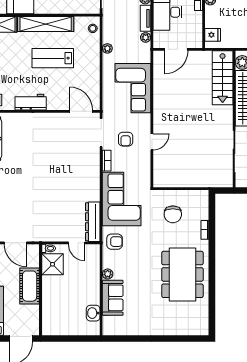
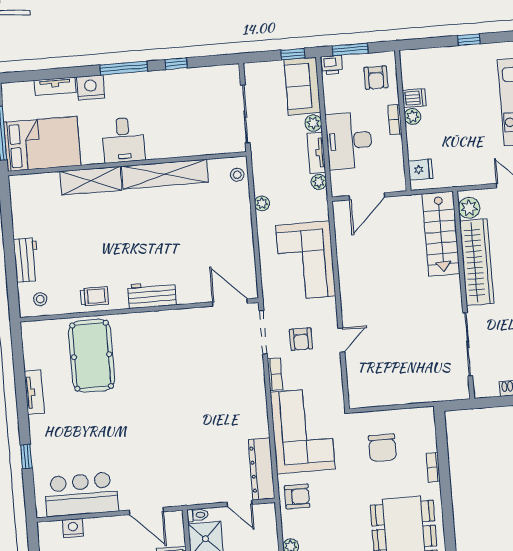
lab bench: (53, 58) -> (180, 225), removed

